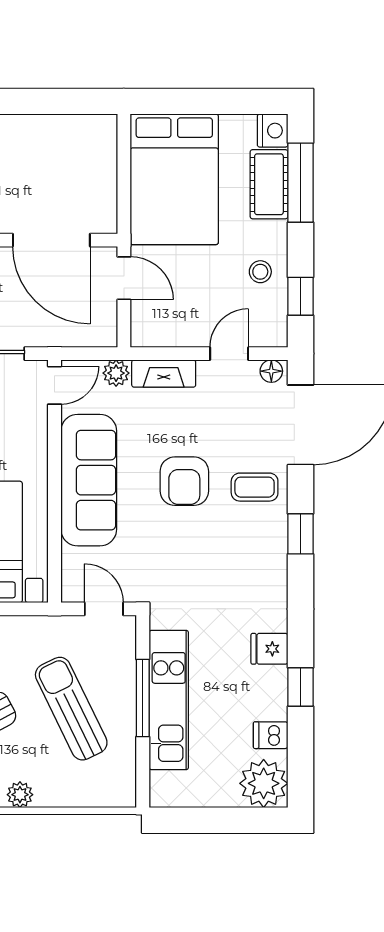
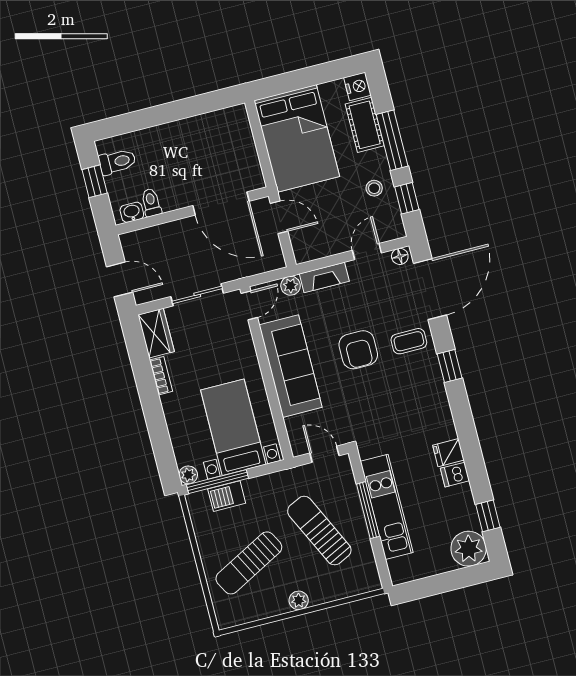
window: (300, 183) -> (392, 140), moved
window: (300, 687) -> (488, 516), moved
dishwasher: (271, 735) -> (455, 475), moved

